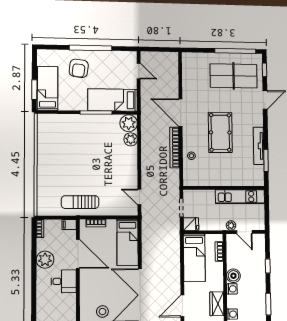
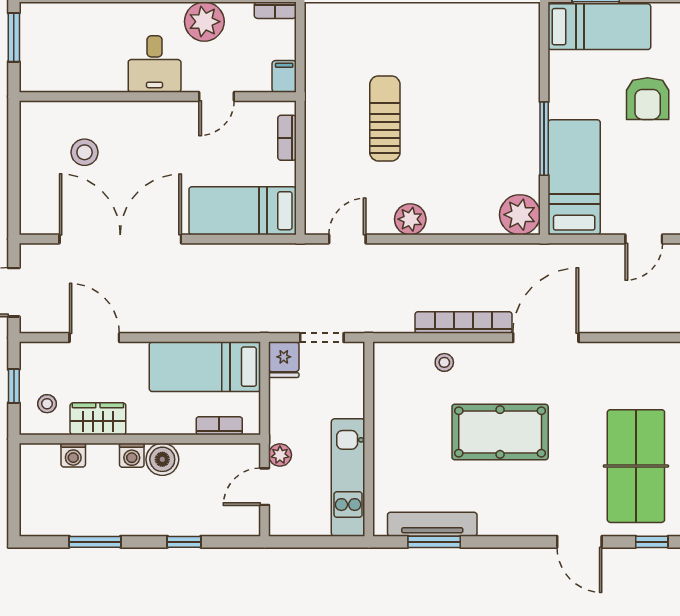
armchair: (79, 68) -> (648, 99), turned -97
plant: (131, 139) -> (410, 219), moved
tv unit: (259, 146) -> (432, 524), moved
sun lounger: (80, 202) -> (385, 118), moved
door: (78, 254) -> (217, 96), width x0.53

